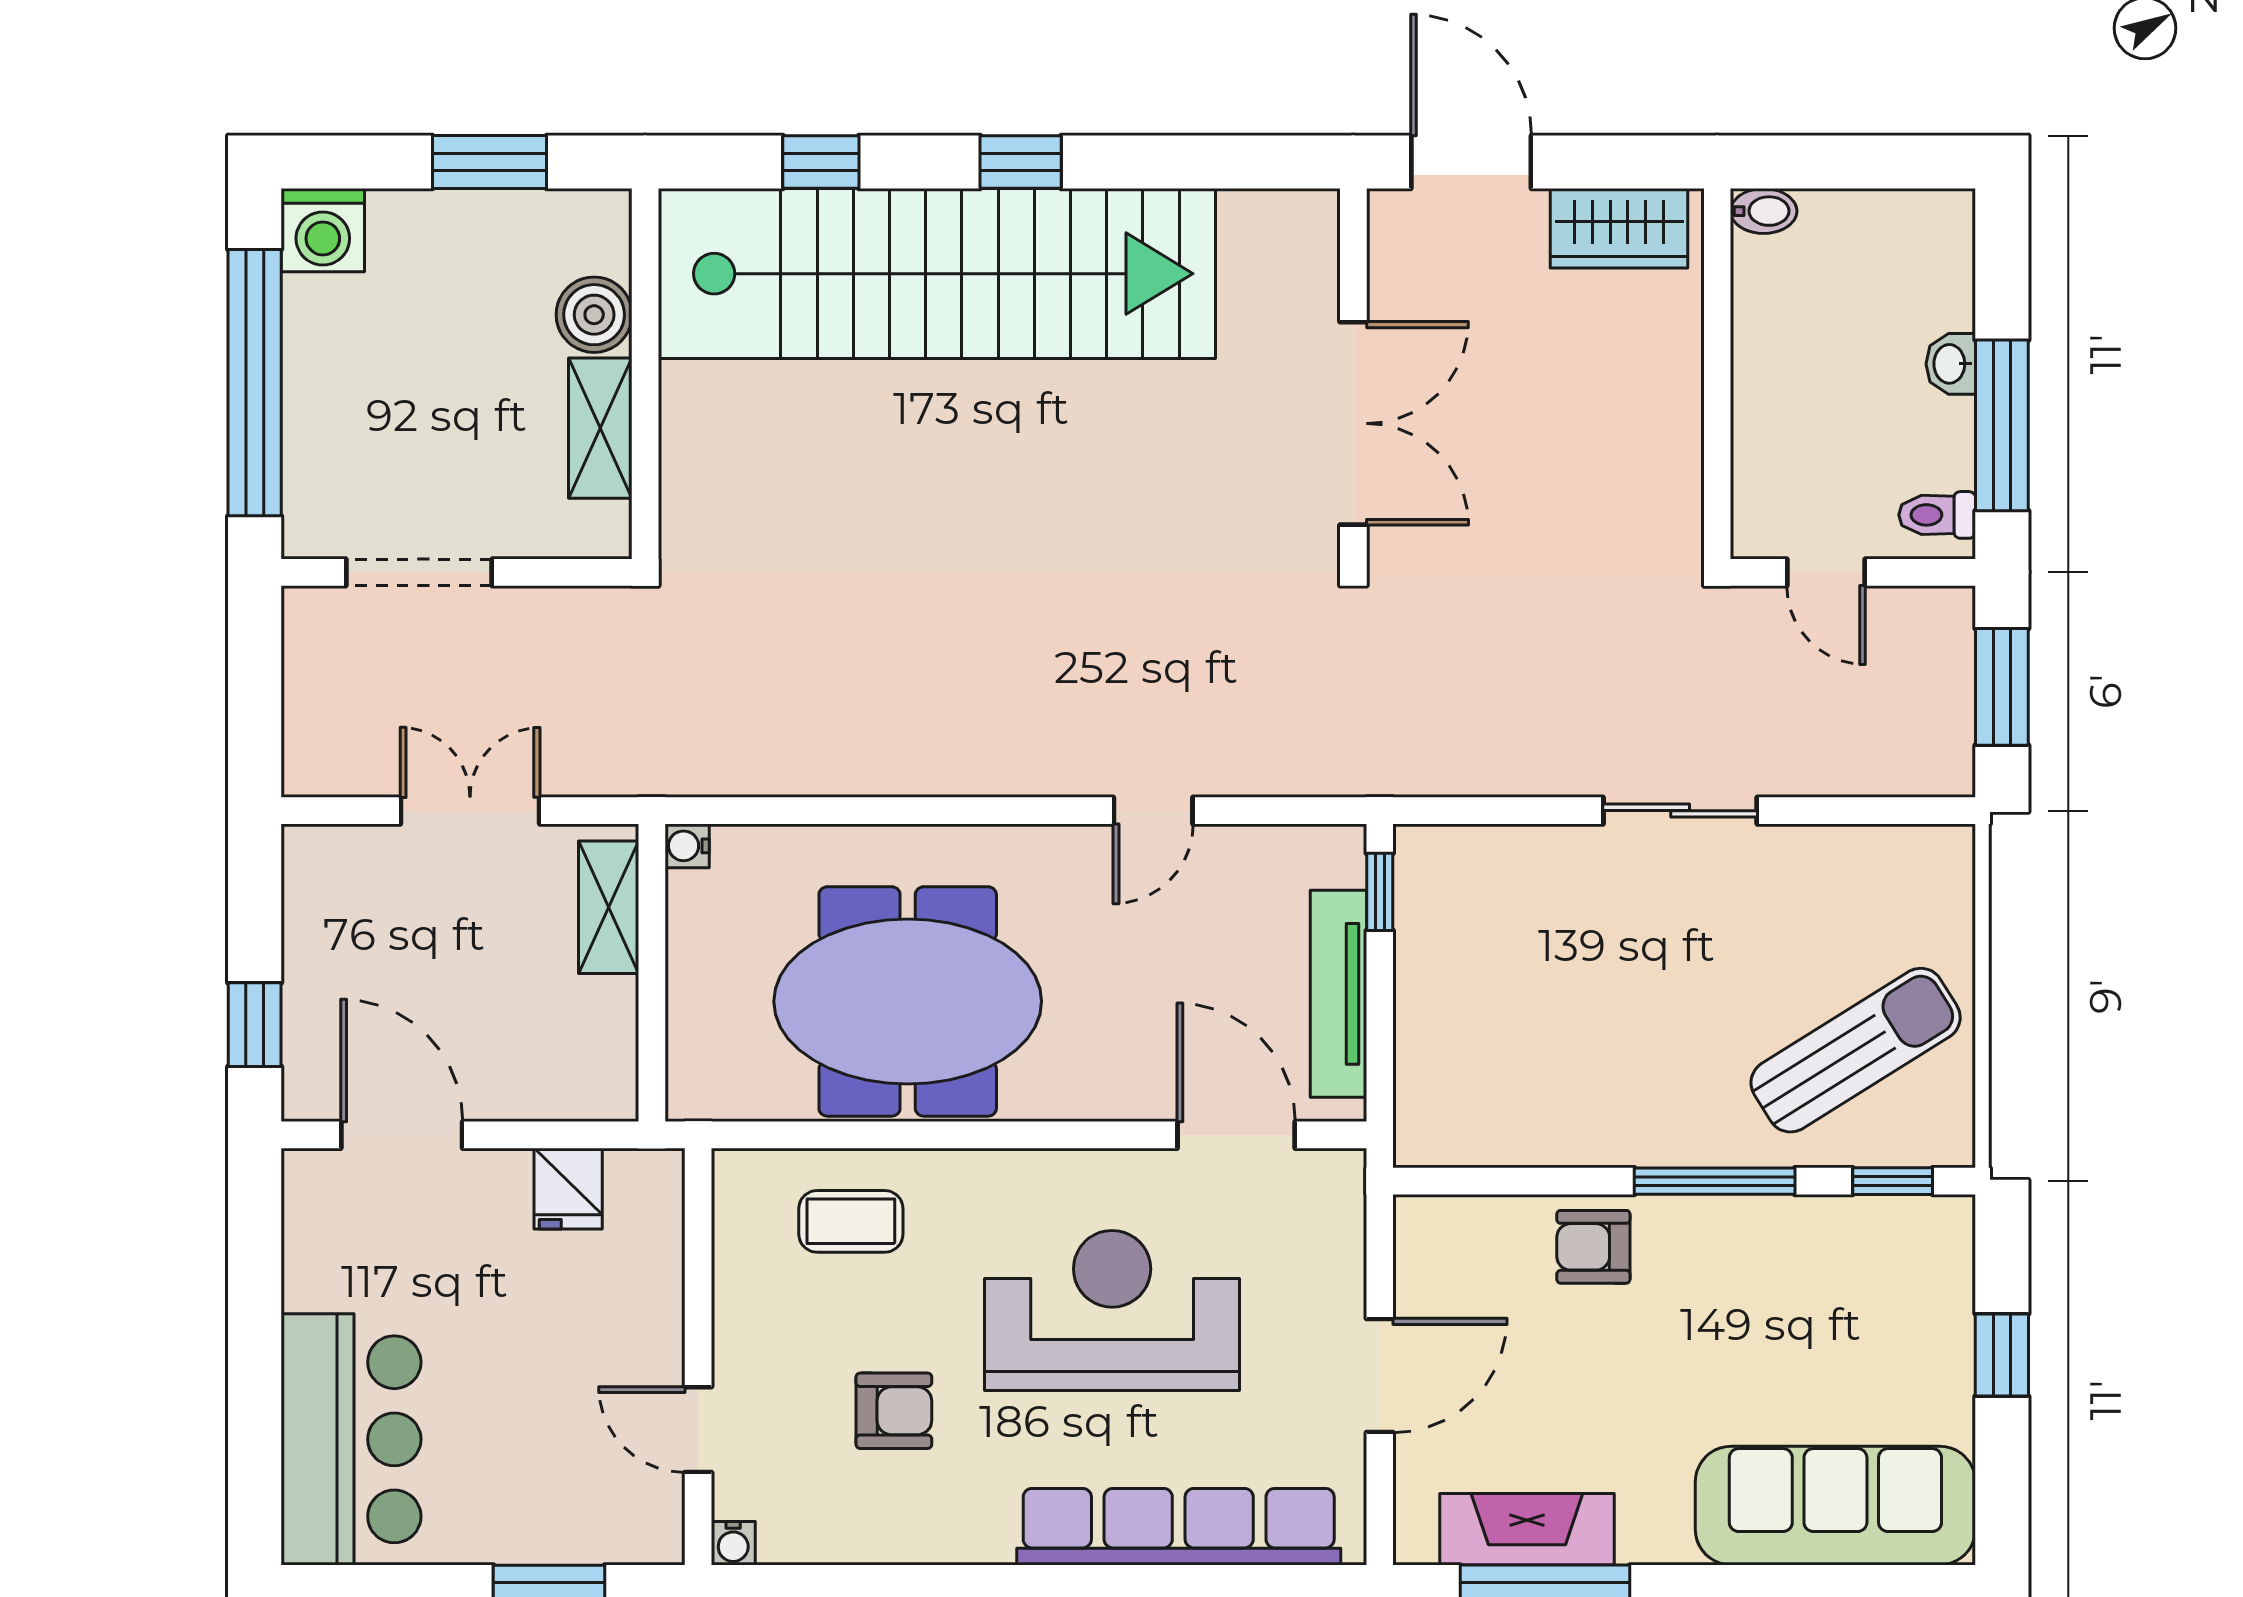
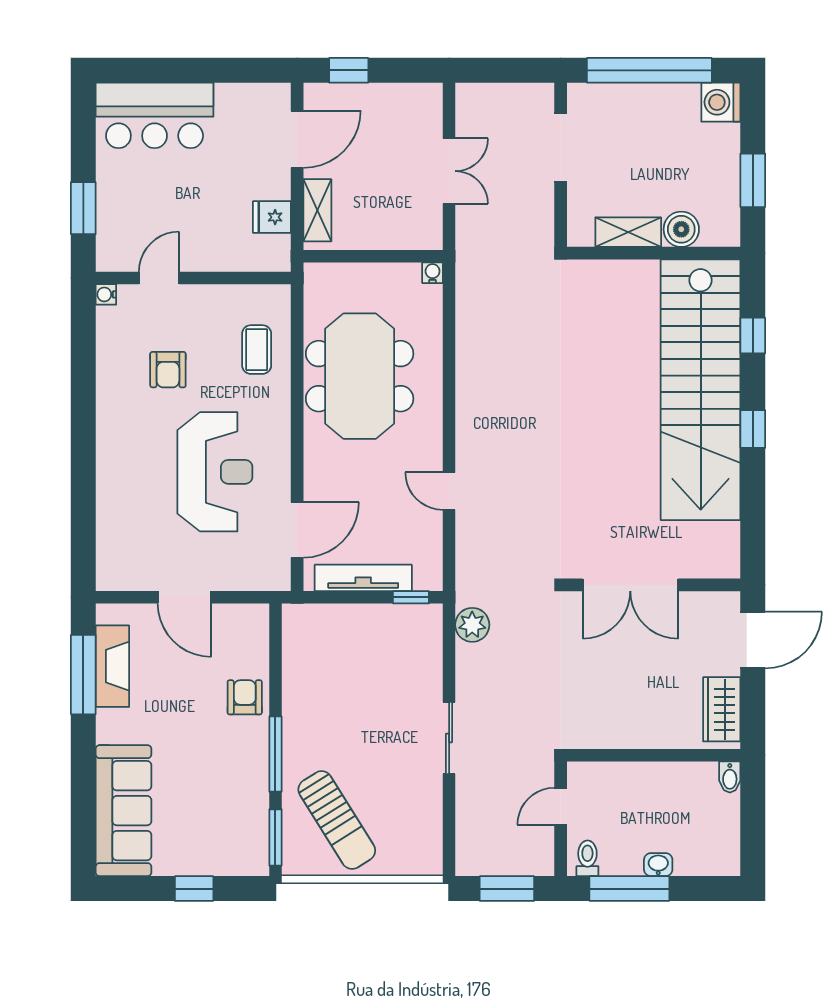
plant: (1439, 761) -> (472, 625), added
shelving: (609, 907) -> (317, 210), moved, turned 90
window: (1893, 1181) -> (275, 837), width x1.50
row of seats: (1179, 1527) -> (114, 503), removed

